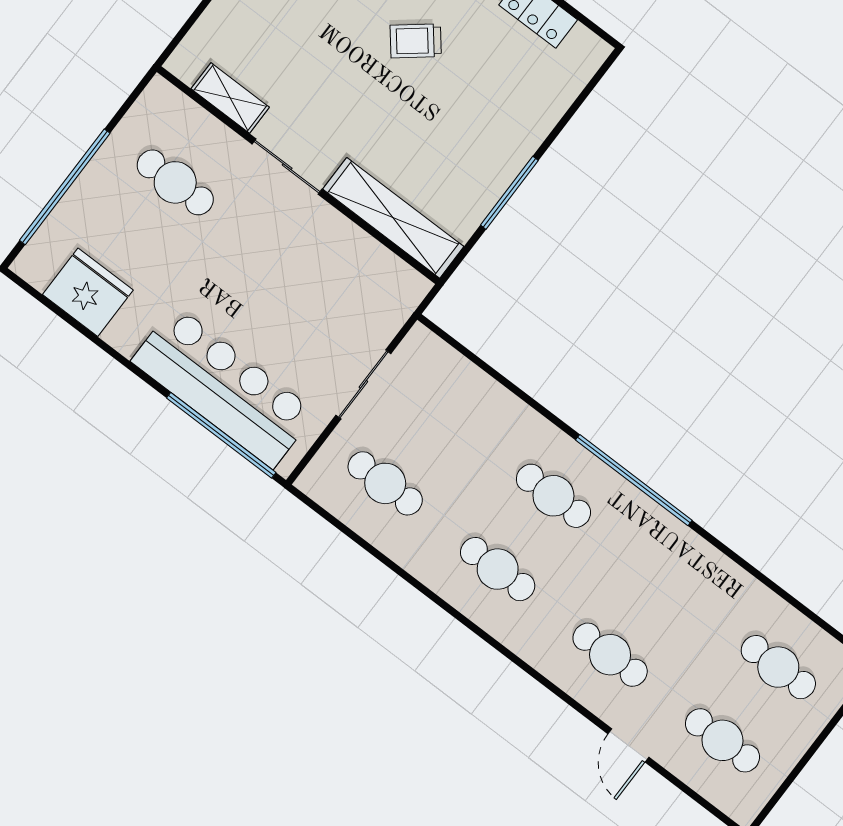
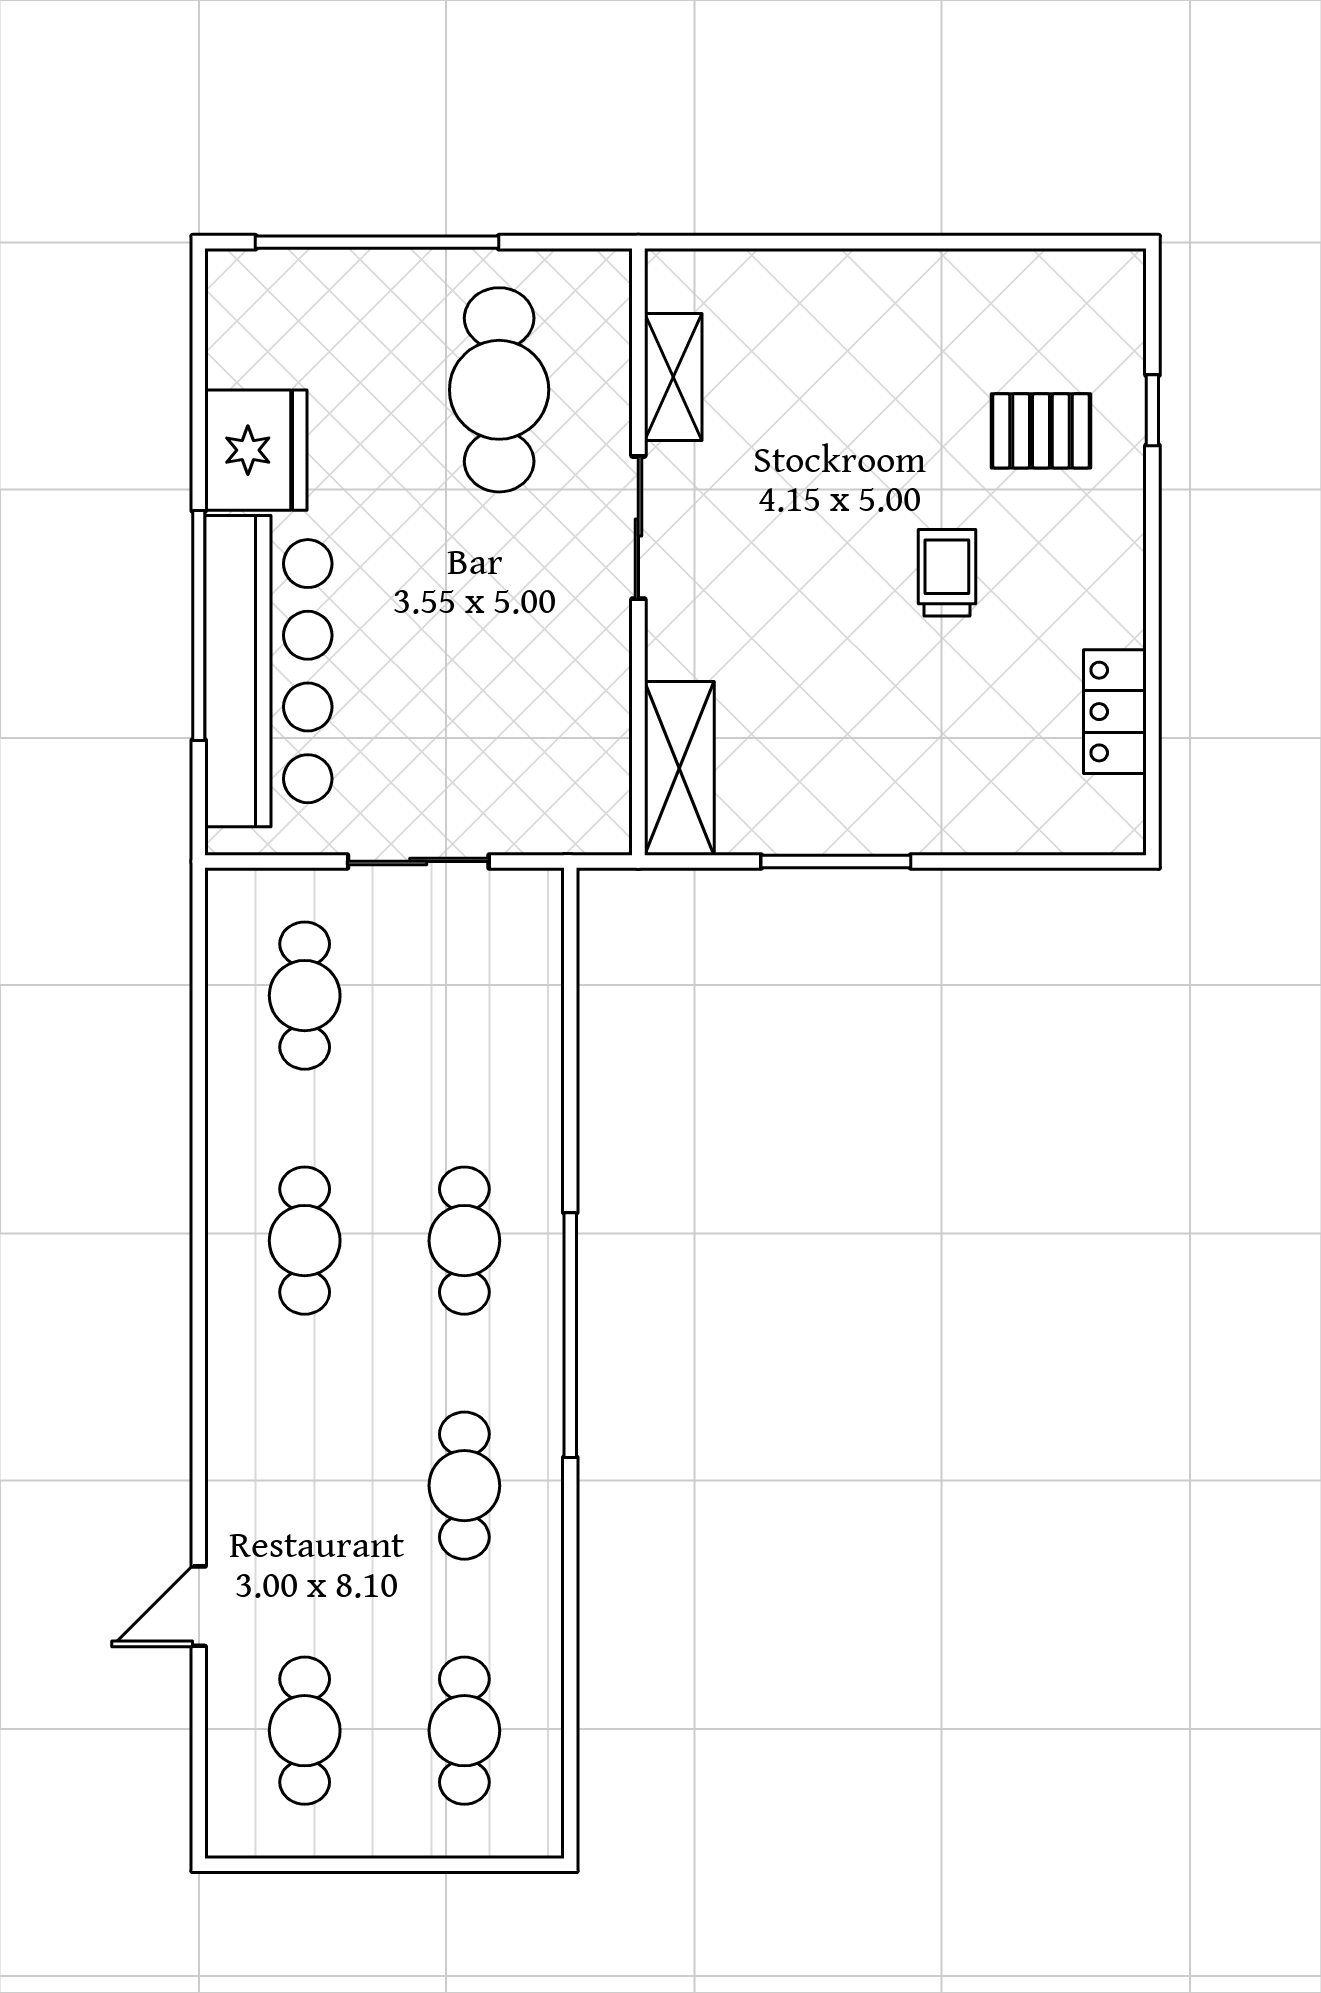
trolley: (416, 41) -> (947, 573), turned 39
cafe table: (175, 182) -> (499, 390), width x1.37, depth x1.35
shelving: (393, 218) -> (679, 768), width x0.68
fridge: (88, 292) -> (256, 450), moved
window: (221, 435) -> (199, 625), moved
cafe table: (610, 655) -> (464, 1486), moved

